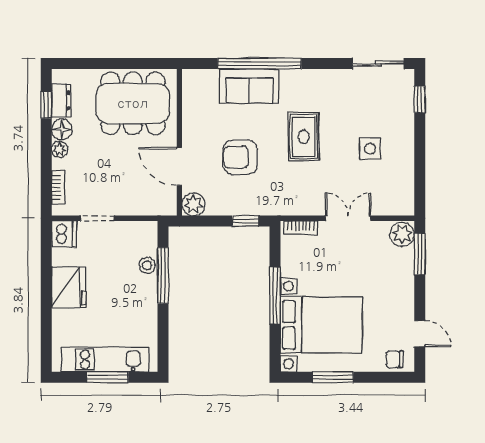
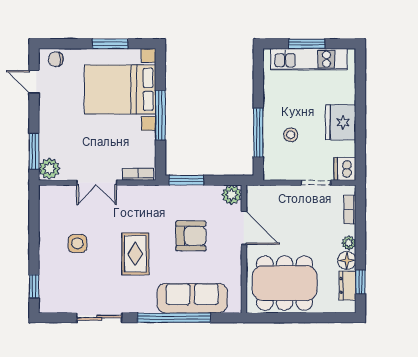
sliding door: (378, 64) -> (99, 318), moved
sofa: (249, 86) -> (192, 298), width x1.36
window: (245, 221) -> (186, 180), width x1.50
stool: (147, 265) -> (291, 135), moved
chair: (395, 359) -> (56, 59), turned 180

